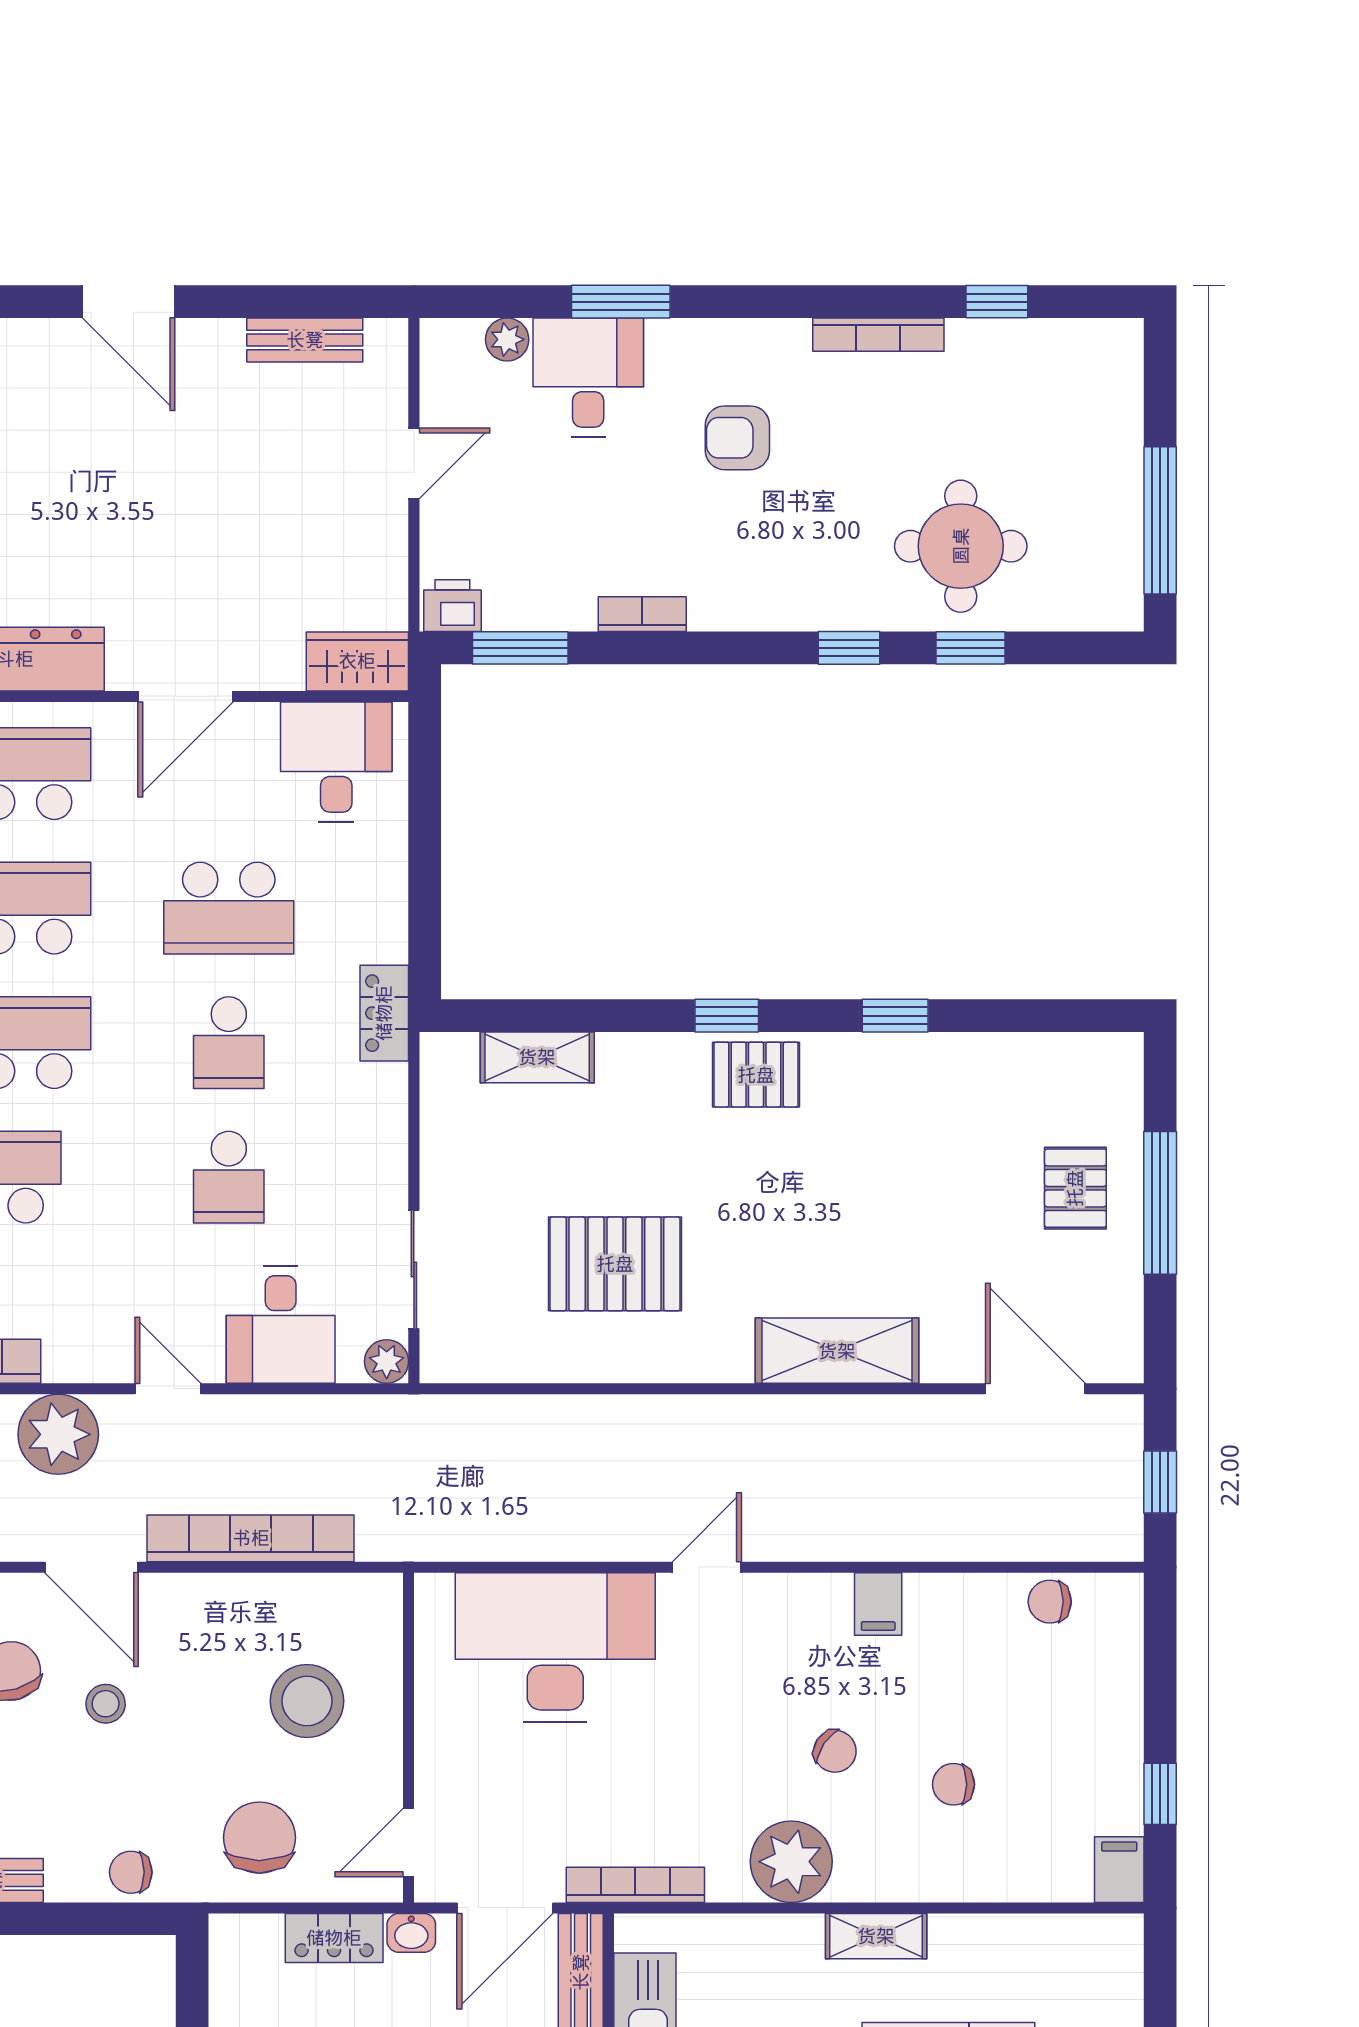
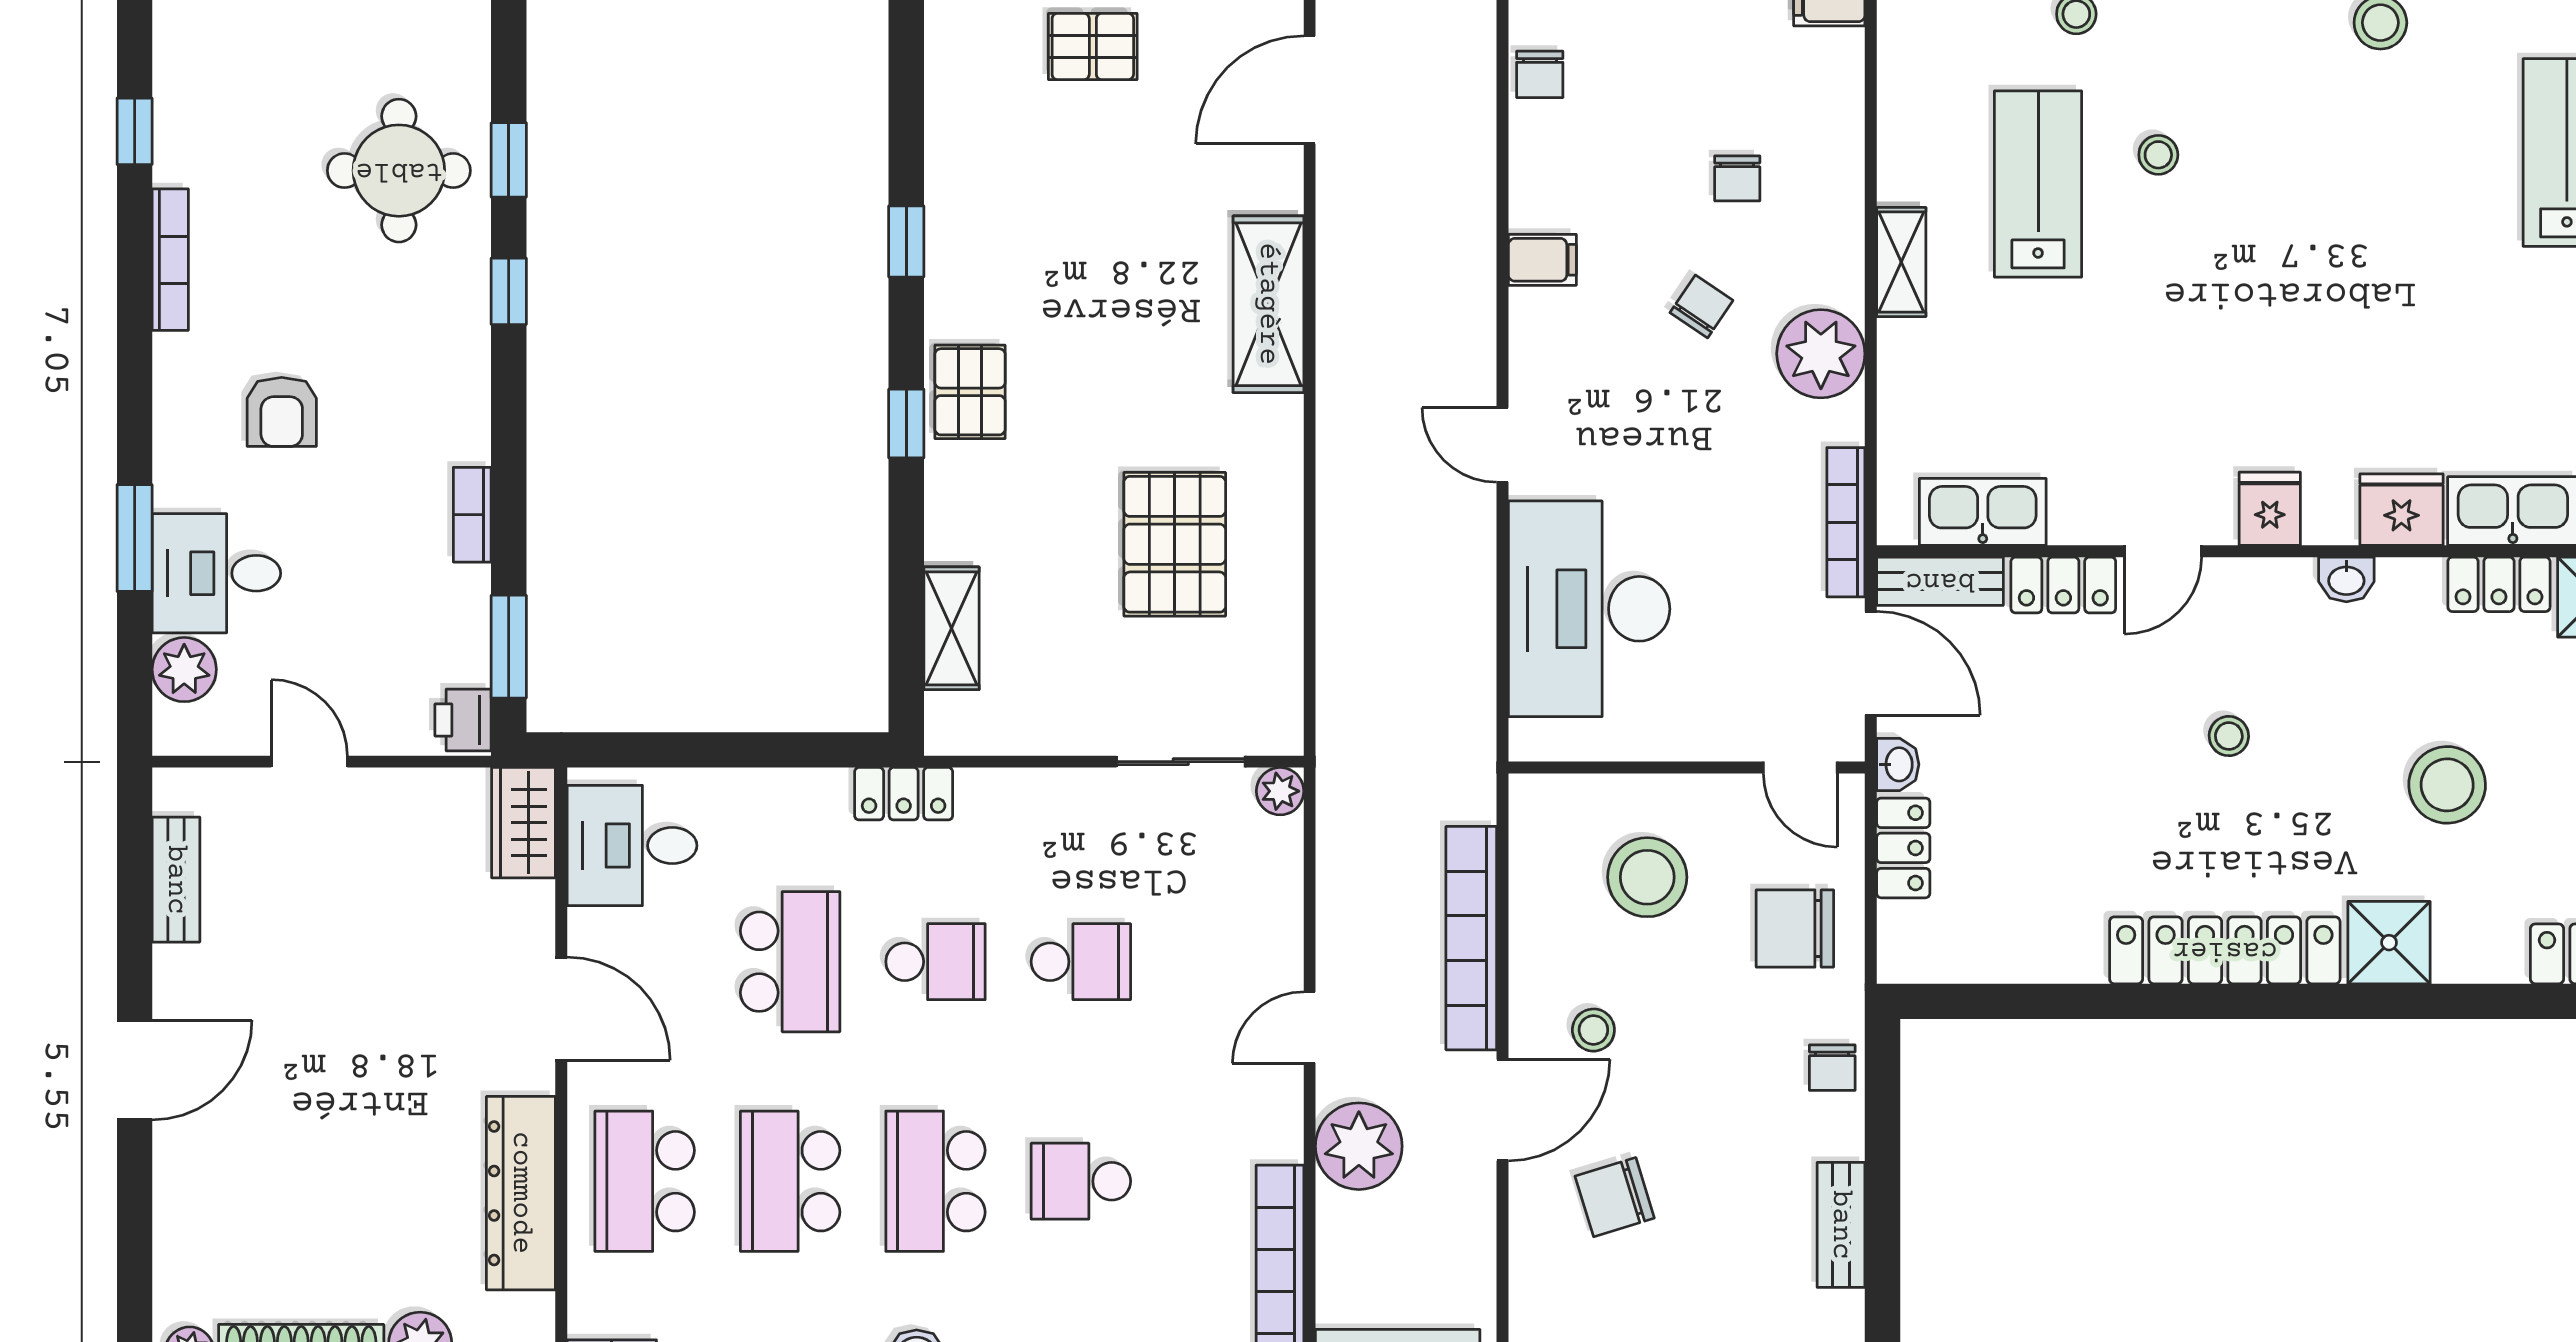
plant: (507, 339) -> (184, 670), width x1.38, depth x1.38
desk: (281, 1325) -> (1240, 906), removed
stool: (106, 1704) -> (1593, 1030), moved

